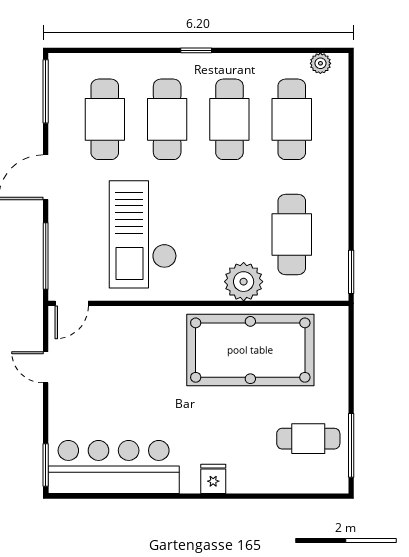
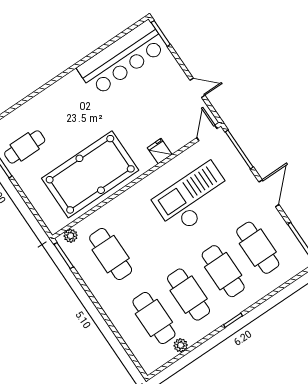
plant: (320, 63) -> (181, 345), moved
checkout: (143, 234) -> (193, 198), turned -90
plant: (244, 282) -> (71, 236), moved, width x0.53, depth x0.53
fridge: (213, 479) -> (160, 151), moved, turned 180

